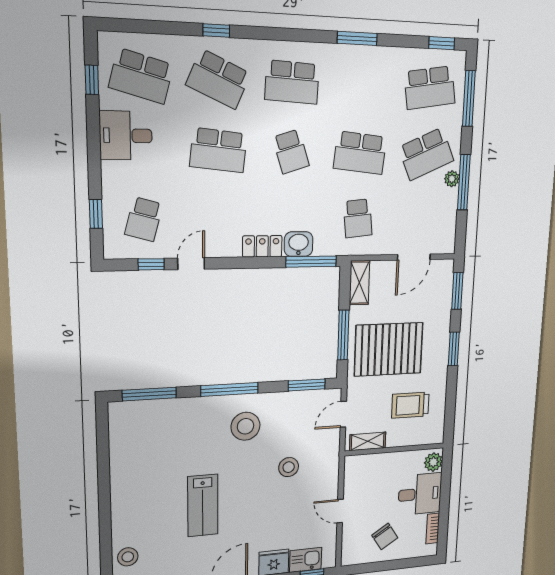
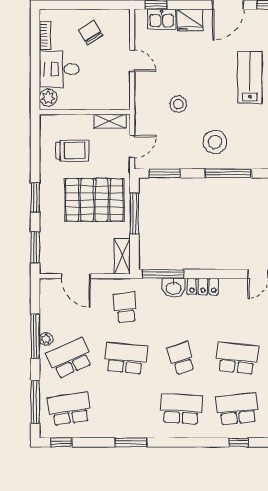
school desk: (218, 79) -> (237, 409), turned -30
door: (414, 257) -> (76, 276), swing flipped

